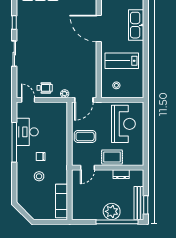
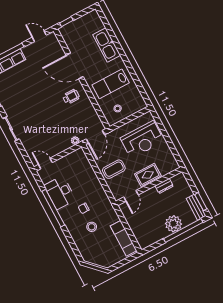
wheelchair: (45, 88) -> (71, 97), moved
reception desk: (123, 124) -> (142, 140), turned 90
bench: (139, 203) -> (196, 207), width x0.73

